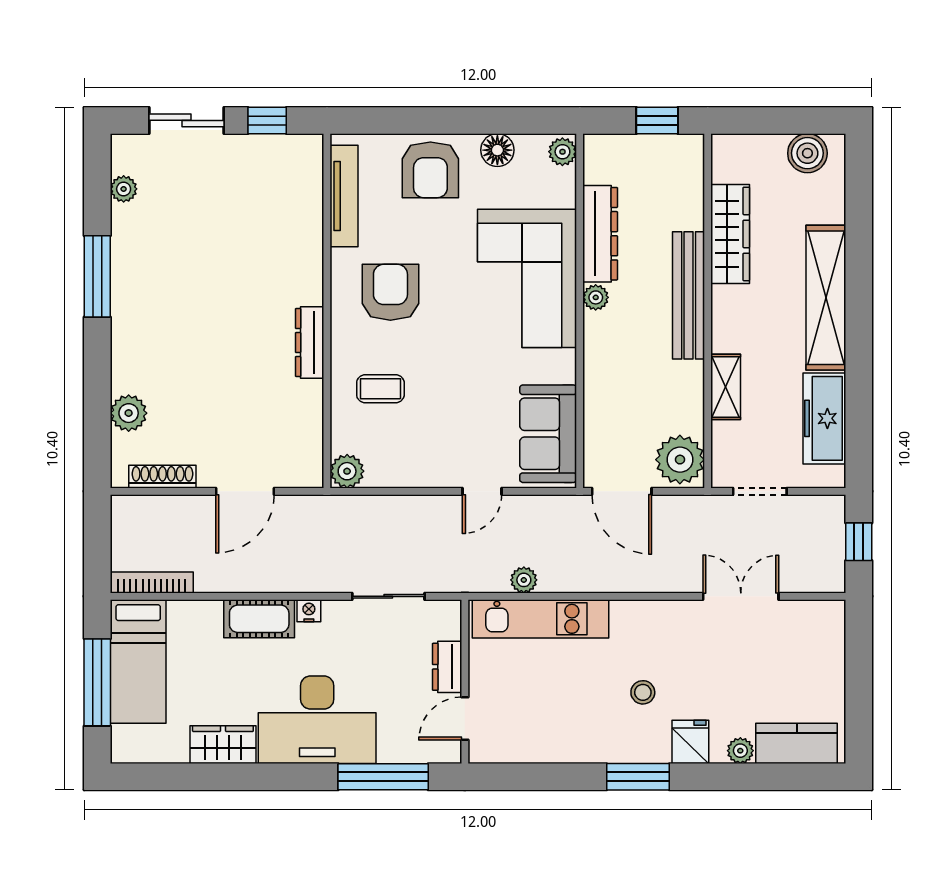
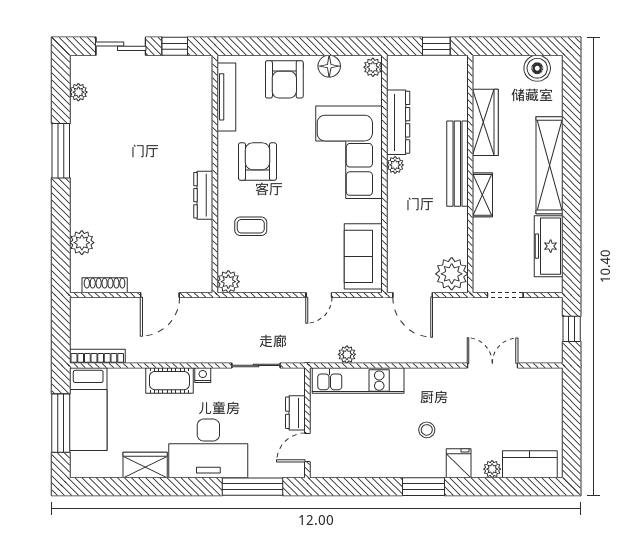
shelving: (726, 387) -> (482, 195), moved

